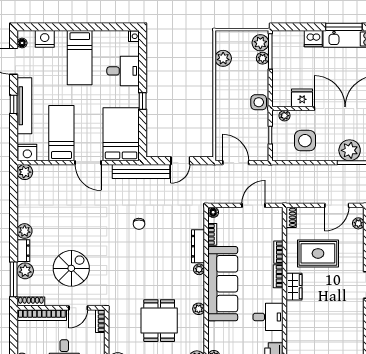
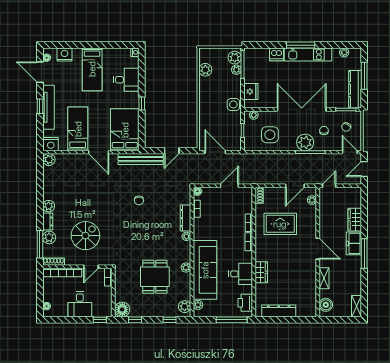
fridge: (302, 98) -> (251, 92), moved, turned 90
sofa: (223, 284) -> (205, 270), moved
wardrobe: (294, 287) -> (261, 272), moved

